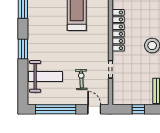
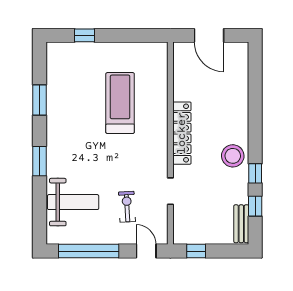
window: (138, 109) -> (196, 251), moved

